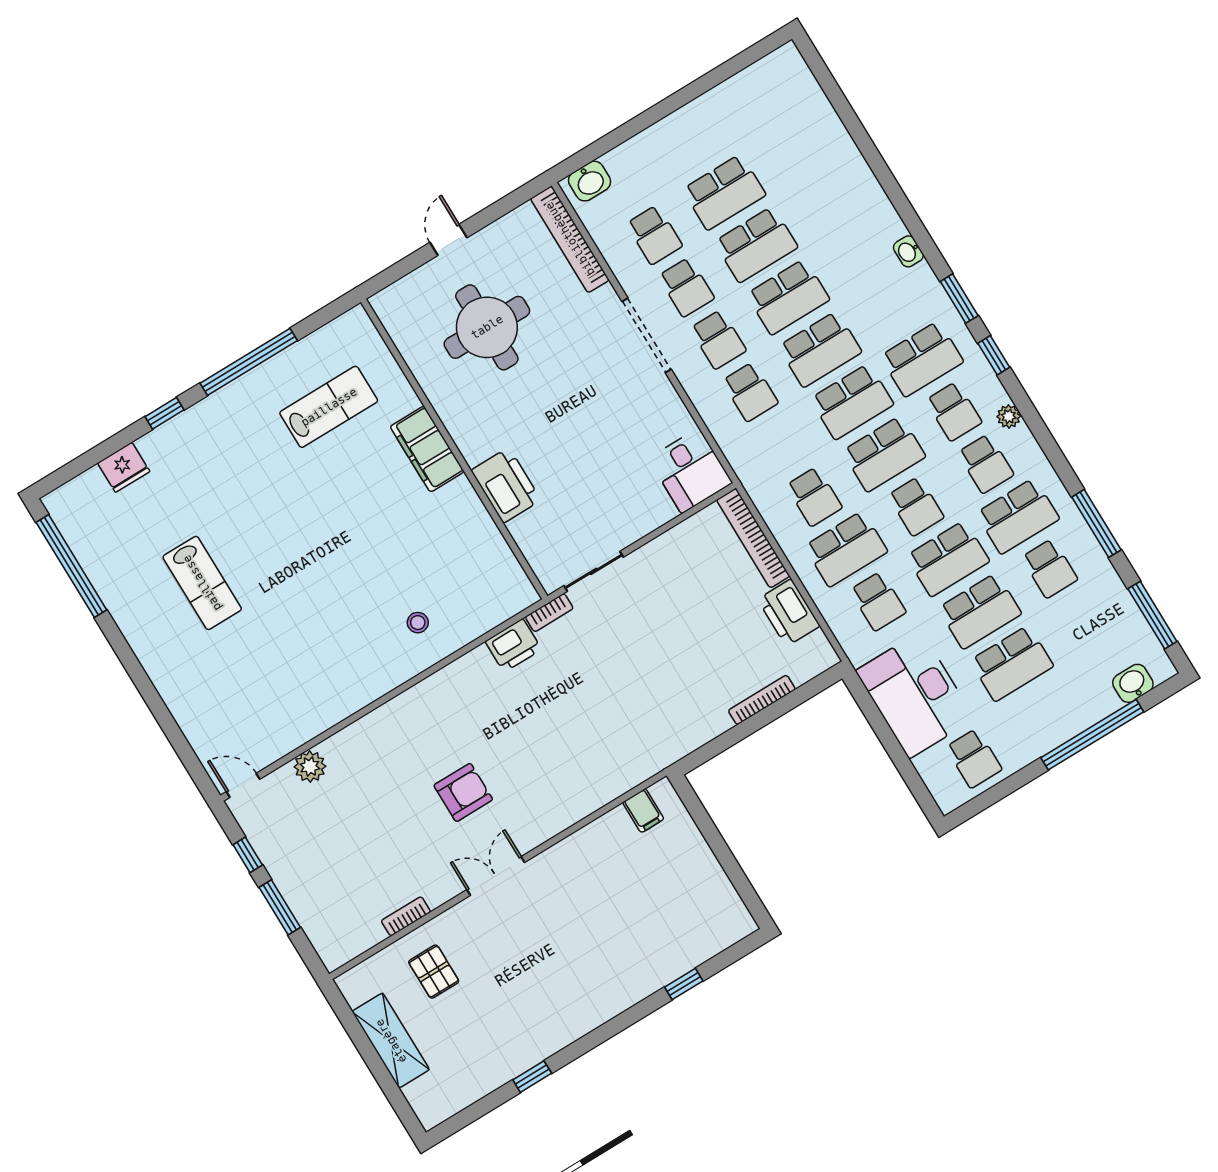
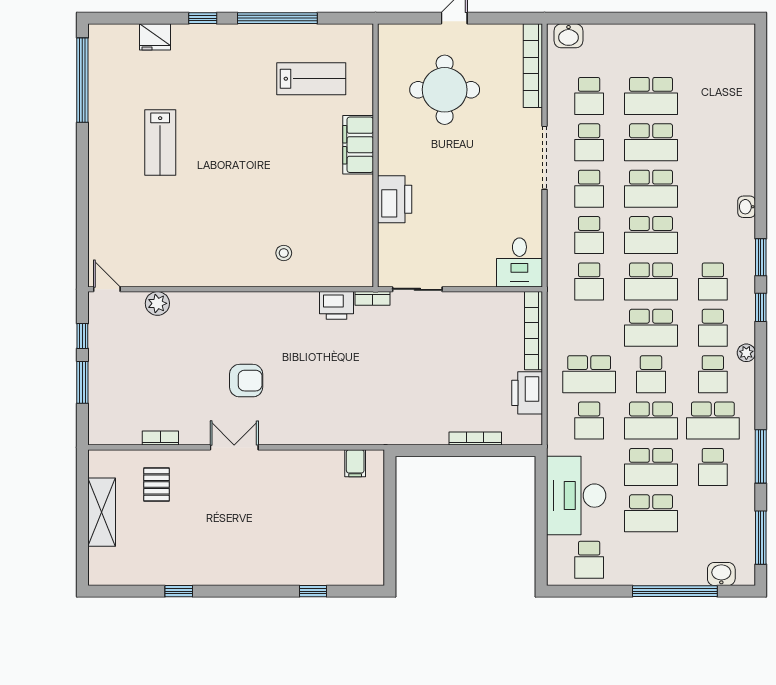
school desk: (922, 359) -> (713, 281), width x0.54
school desk: (814, 497) -> (589, 281), moved

